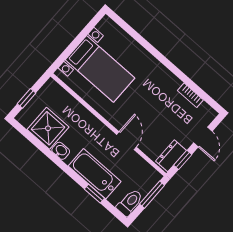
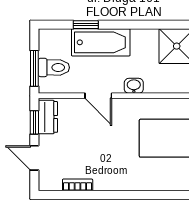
washbasin: (61, 151) -> (134, 86), moved, turned 180
toilet: (130, 203) -> (54, 67), moved, turned -90

